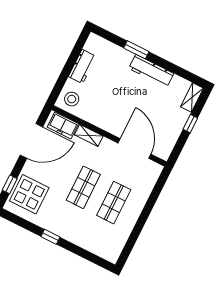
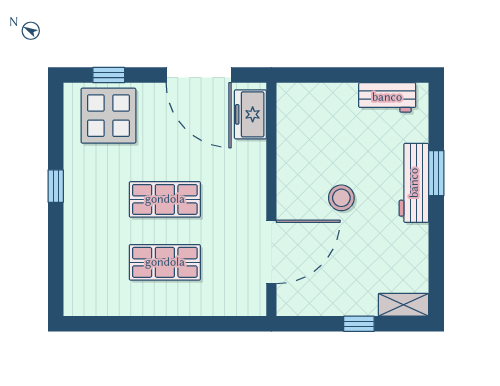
workbench: (82, 66) -> (387, 97), moved
workbench: (151, 71) -> (414, 183), moved
stool: (72, 99) -> (341, 198), moved
shelving: (89, 135) -> (255, 165), removed

